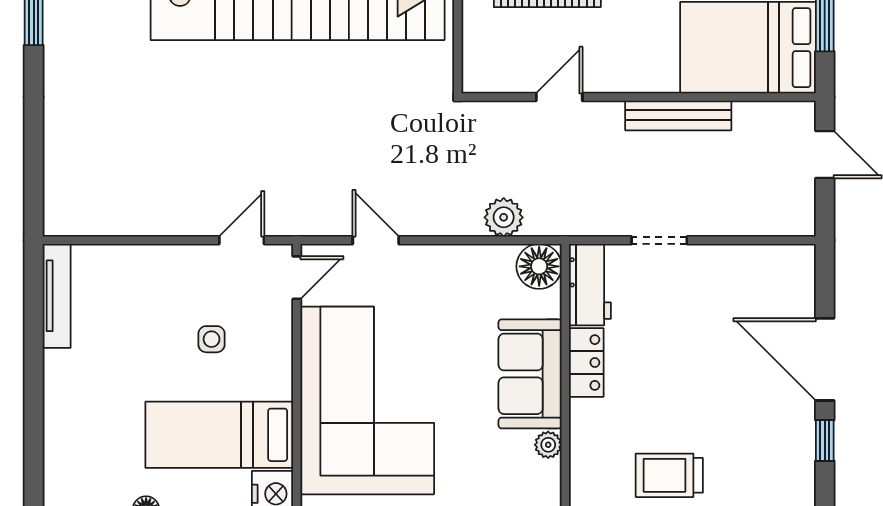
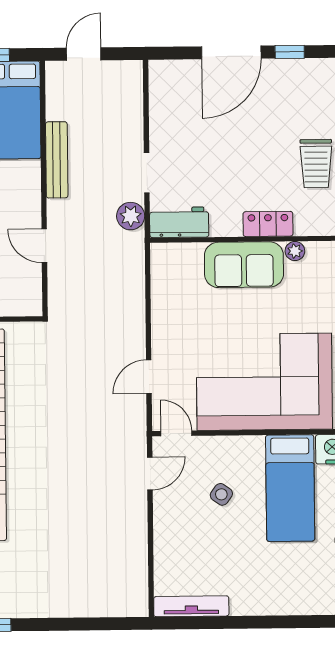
plant: (504, 217) -> (131, 216), moved
door: (242, 240) -> (150, 473), swing flipped
floor lamp: (539, 266) -> (166, 259), removed
side table: (212, 339) -> (221, 494), turned 35
locker: (586, 362) -> (268, 224), moved

